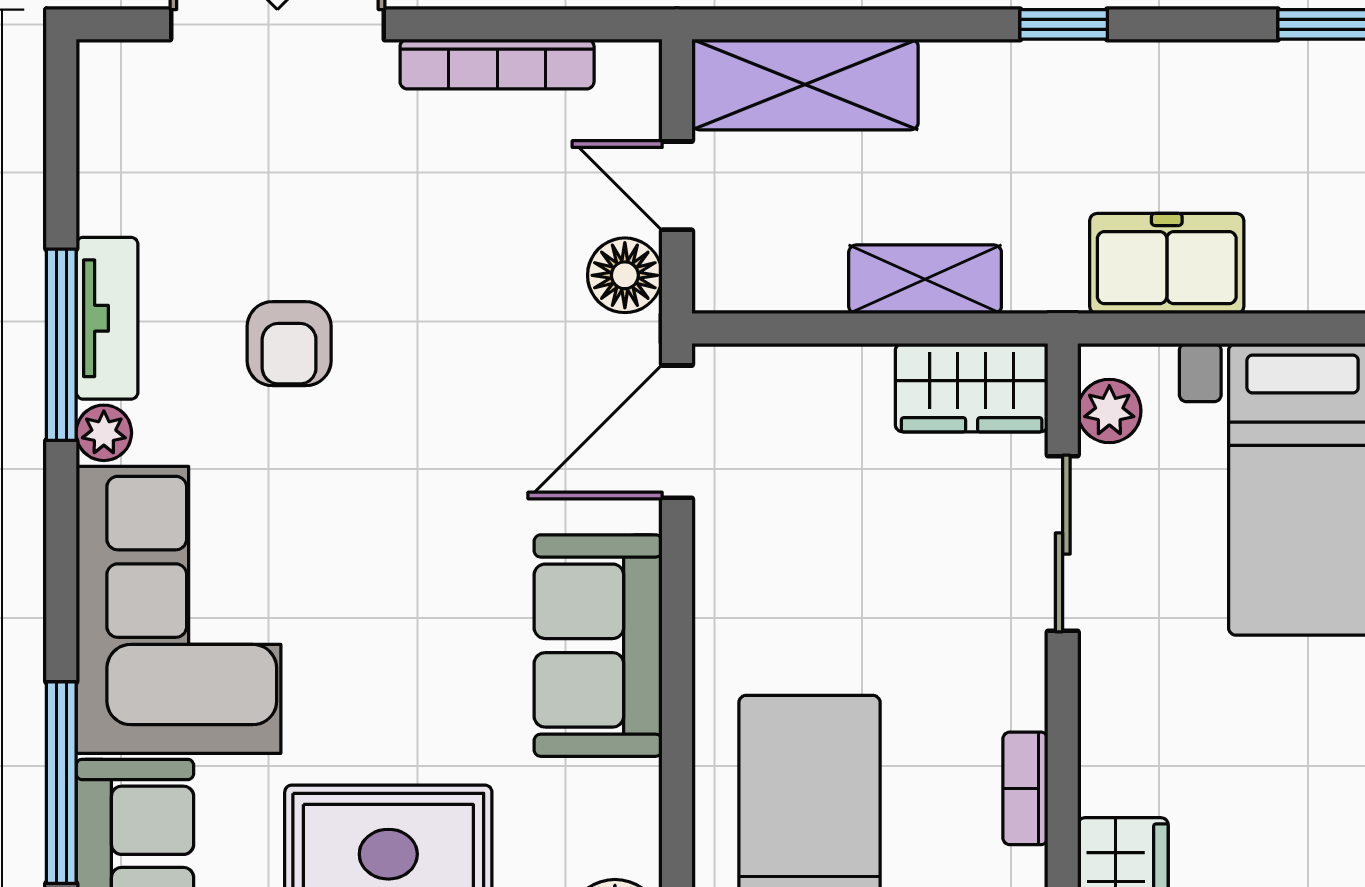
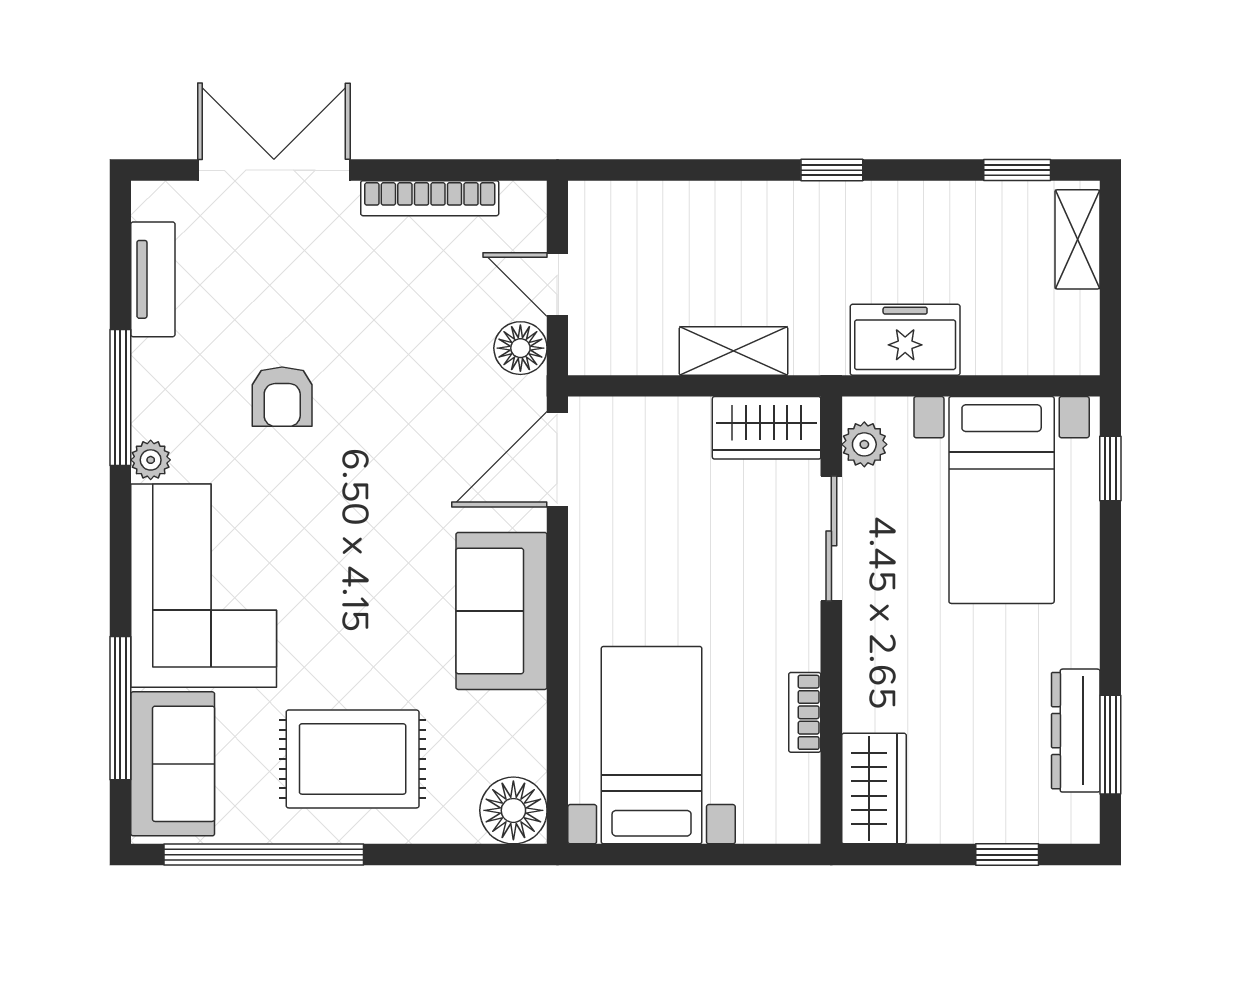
shelving: (805, 85) -> (648, 213), removed
tv unit: (107, 318) -> (153, 279), moved

